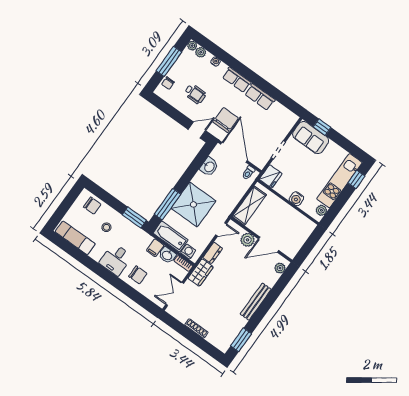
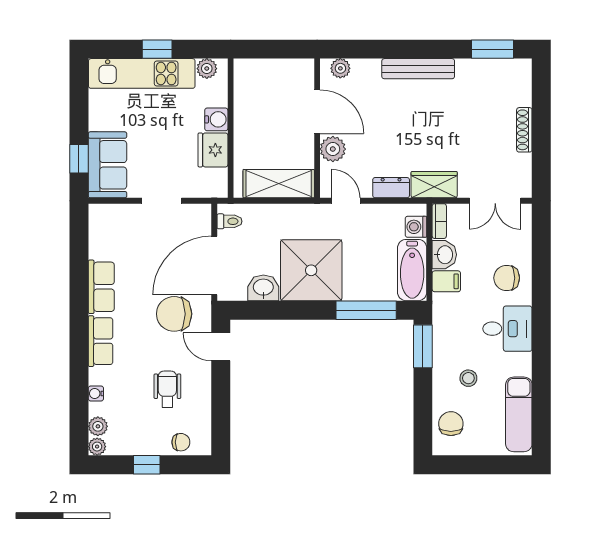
window: (169, 61) -> (147, 465), width x0.46
fridge: (271, 176) -> (213, 150), moved, turned -90
window: (356, 179) -> (157, 49), moved
shower: (193, 205) -> (311, 270), moved
chair: (138, 275) -> (507, 278), turned -90

